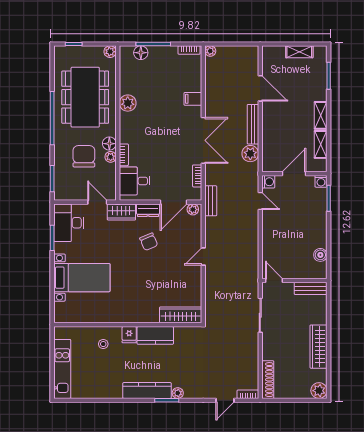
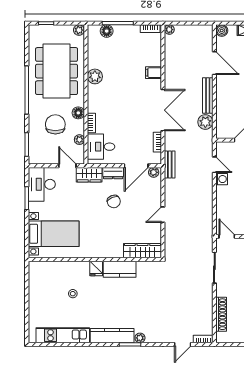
boiler: (268, 52) -> (222, 31), added
plant: (111, 157) -> (79, 140), moved
washing machine: (268, 182) -> (222, 179), moved
wardrobe: (181, 315) -> (143, 251), moved
wall: (128, 325) -> (95, 260), moved
fridge: (129, 335) -> (96, 269), moved
kitchen counter: (155, 335) -> (120, 269), moved
kitchen unit: (62, 369) -> (63, 335), moved, turned -90
shoe rack: (268, 380) -> (221, 314), moved

